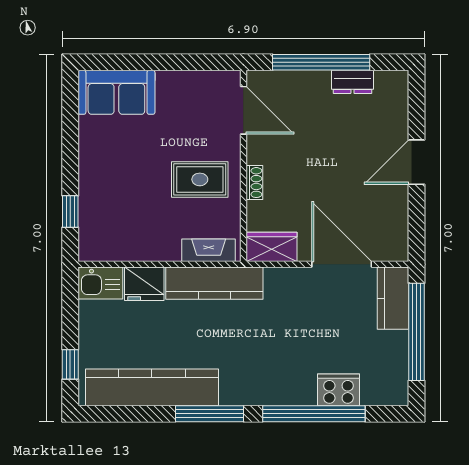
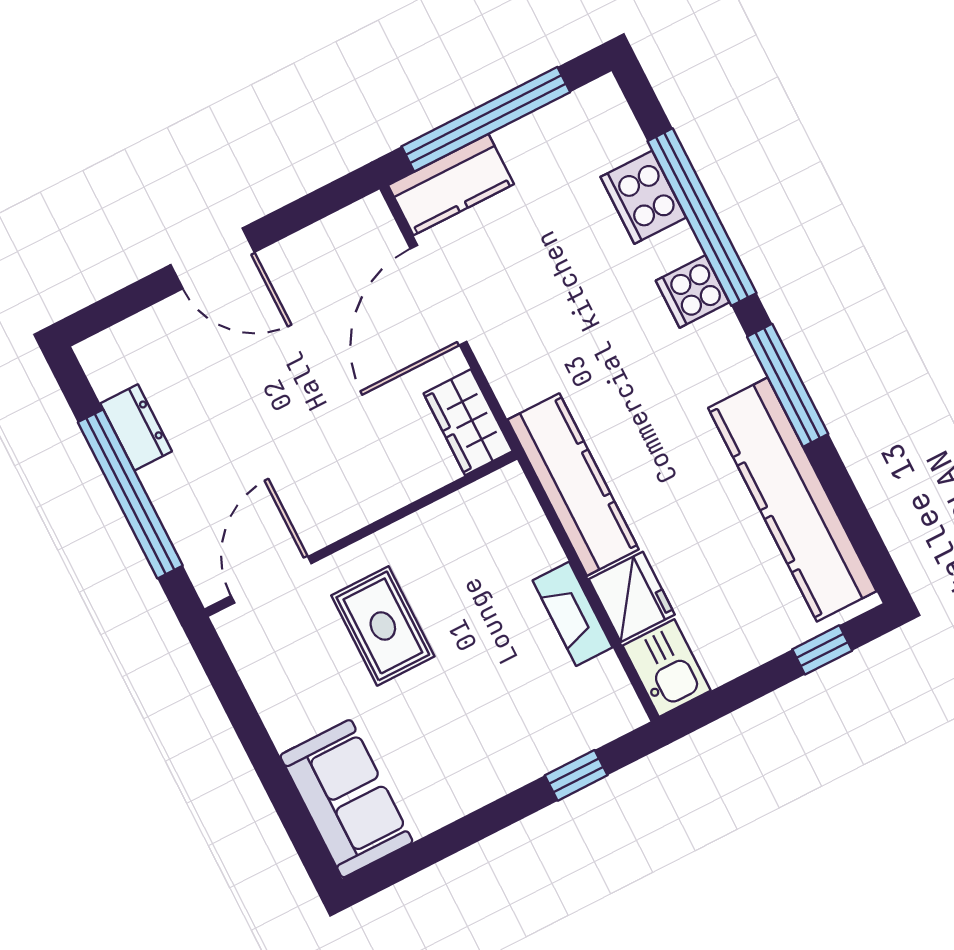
rug: (200, 179) -> (383, 626), moved
shoe rack: (254, 183) -> (379, 503), removed
fireplace: (209, 250) -> (573, 614), moved
cooker: (280, 391) -> (693, 291), added

